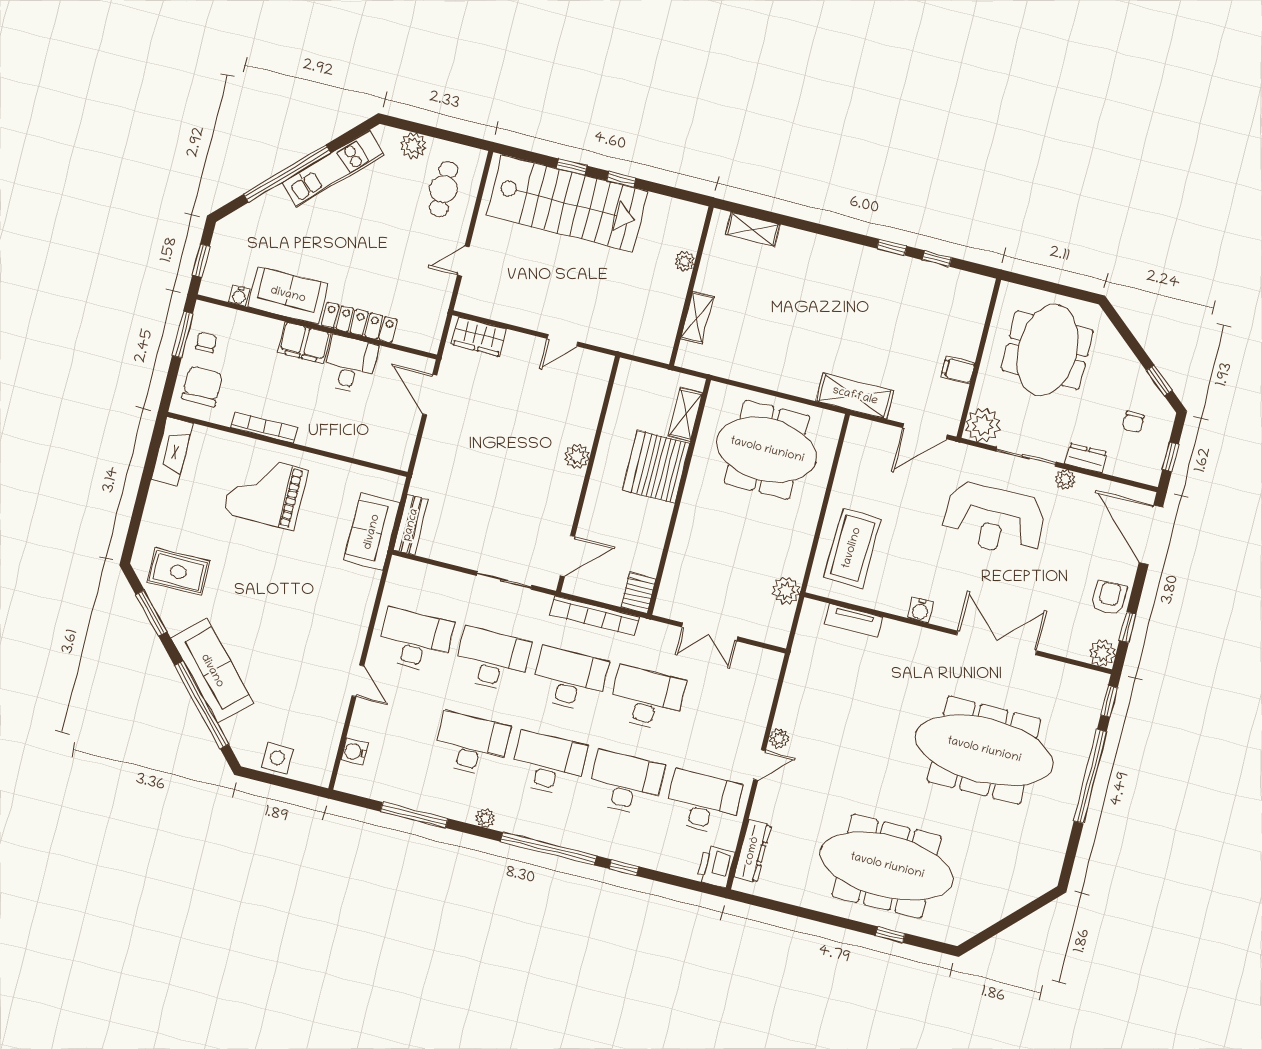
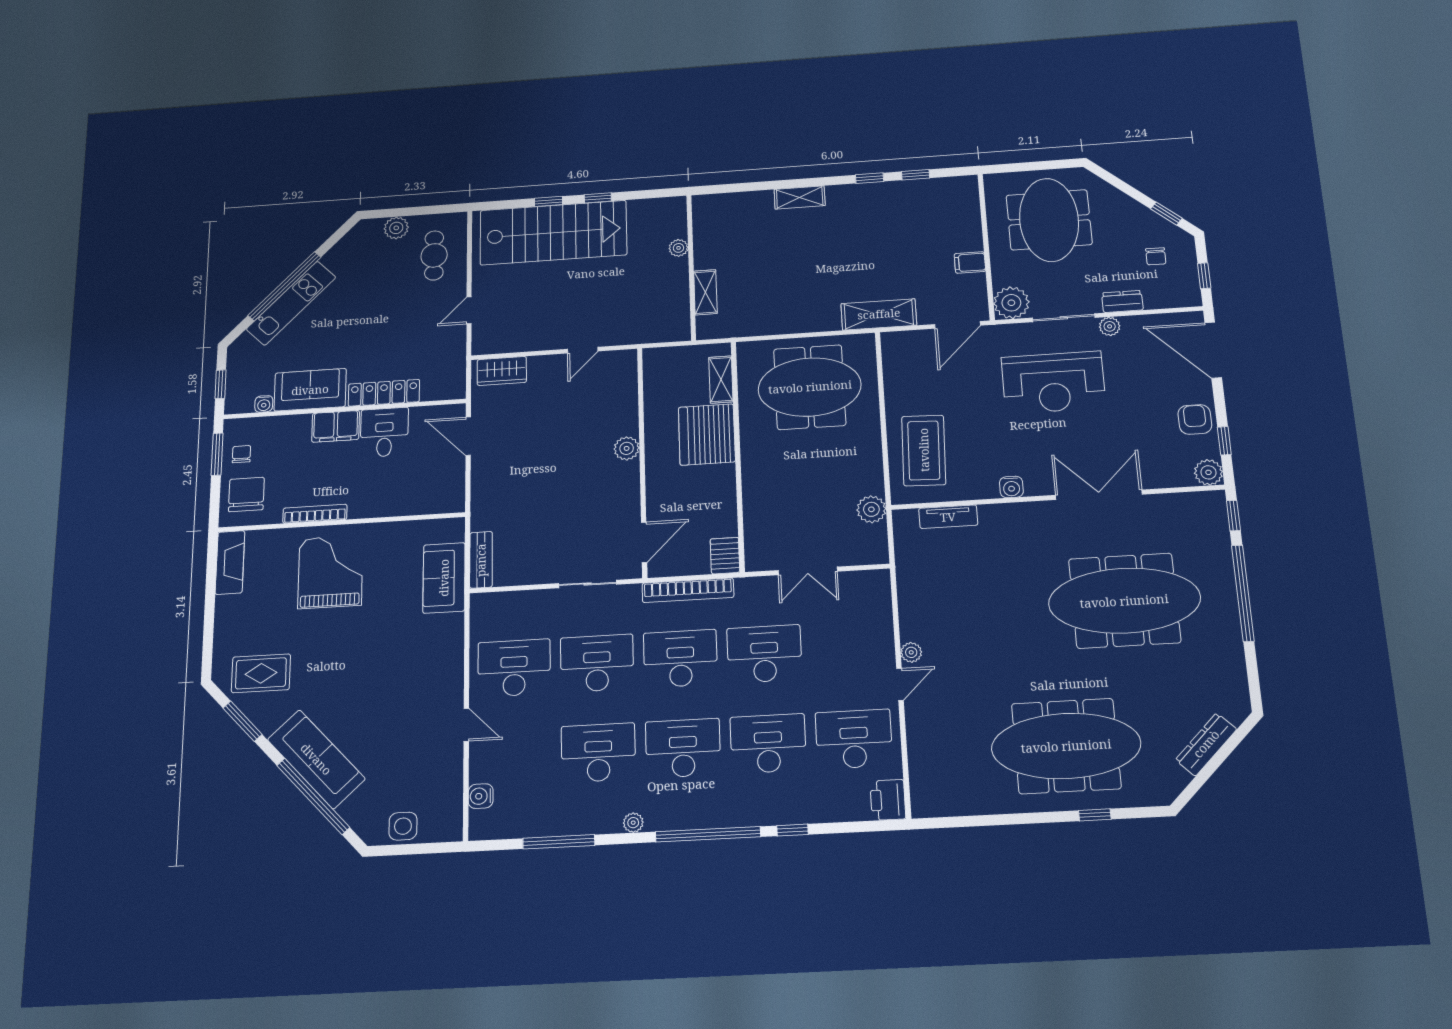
kitchen unit: (333, 169) -> (291, 303), moved
shelving: (753, 229) -> (800, 197), moved
grand piano: (266, 492) -> (330, 572), turned 90
dresser: (752, 851) -> (1206, 744), moved, turned -135

